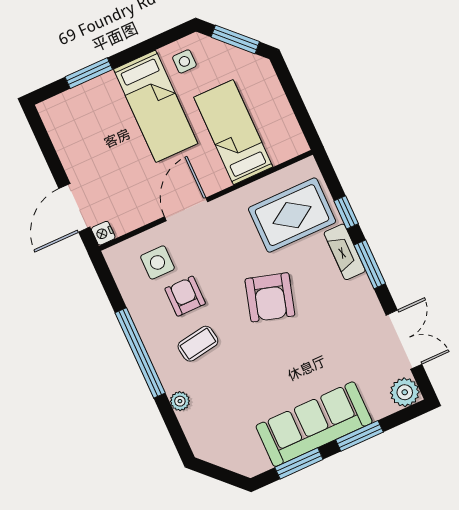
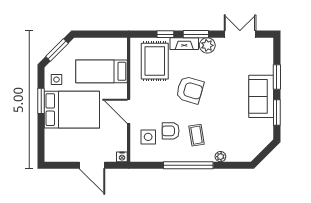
window: (89, 73) -> (41, 101), moved
bed: (156, 106) -> (72, 110), width x1.50
door: (74, 208) -> (92, 165), moved
plant: (405, 392) -> (207, 45), moved
sofa: (314, 424) -> (261, 96), width x0.73

